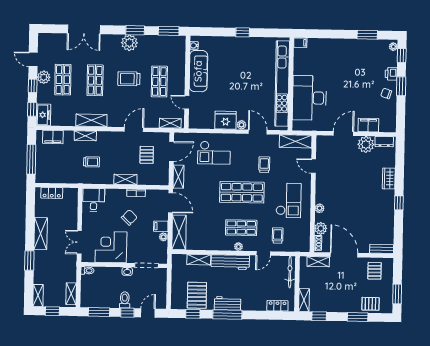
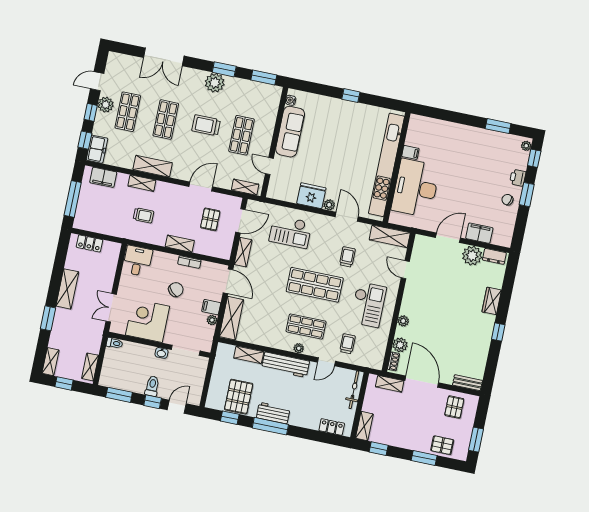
filing cabinet: (300, 43) -> (410, 152), moved
door: (33, 59) -> (97, 81), hinge flipped

